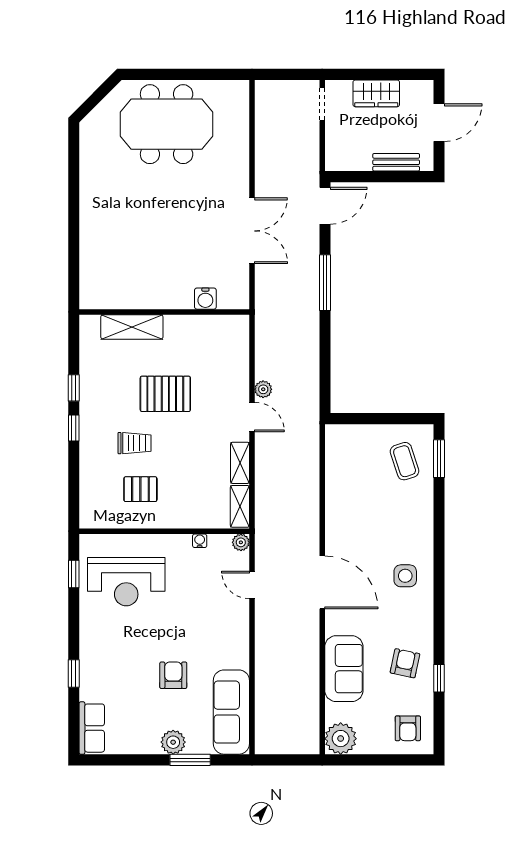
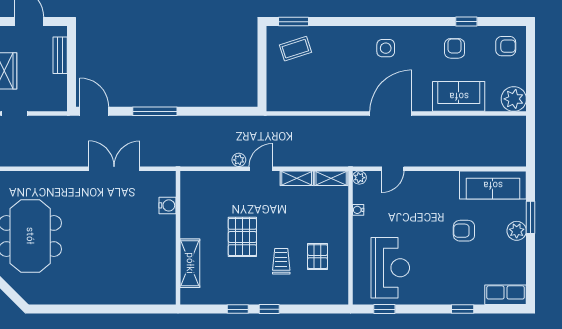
armchair: (405, 663) -> (455, 48), turned 78

